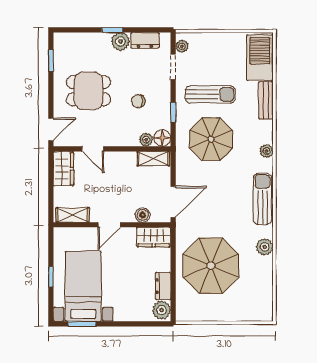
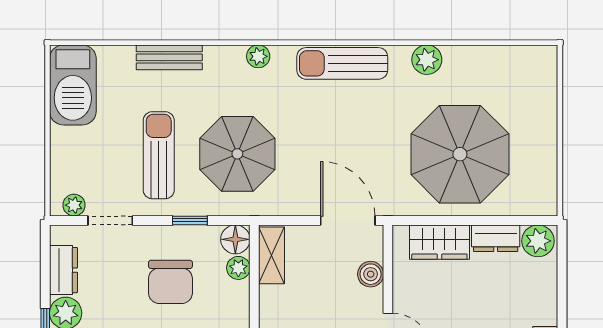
barbecue: (260, 58) -> (73, 85), moved, turned -90
chair: (138, 101) -> (170, 282), width x1.87, depth x1.87
wardrobe: (154, 237) -> (439, 242), moved, turned 90

